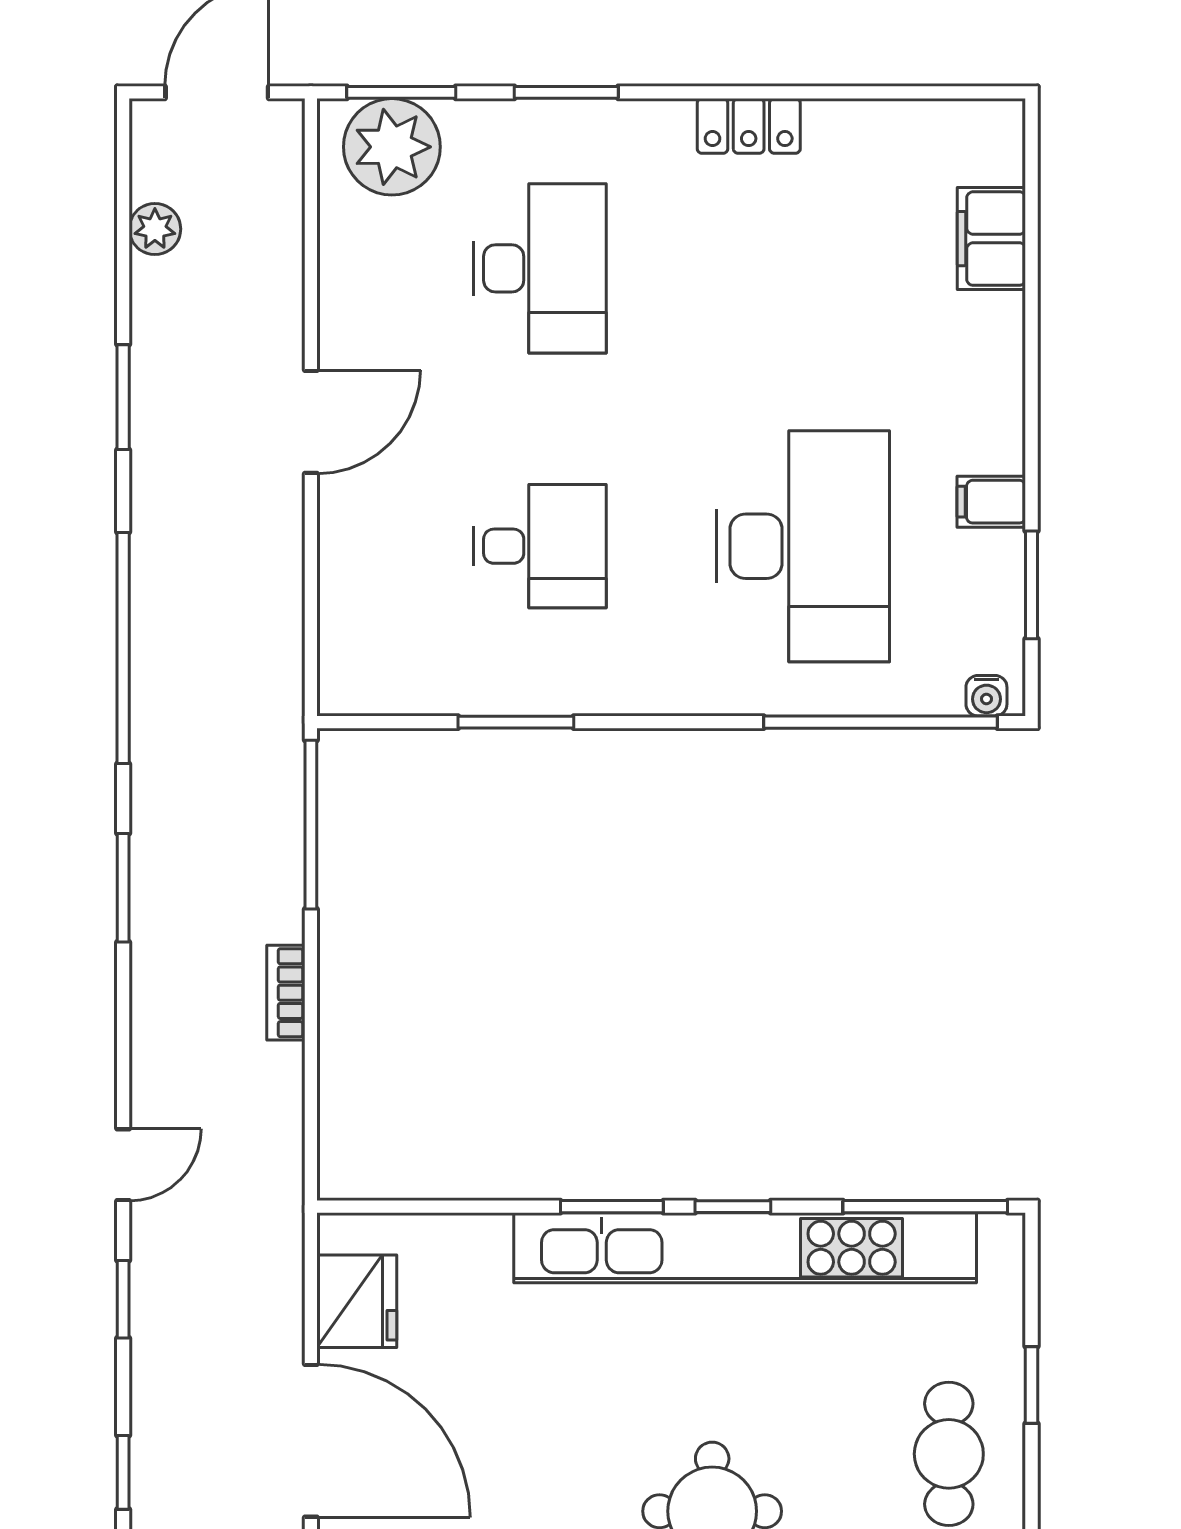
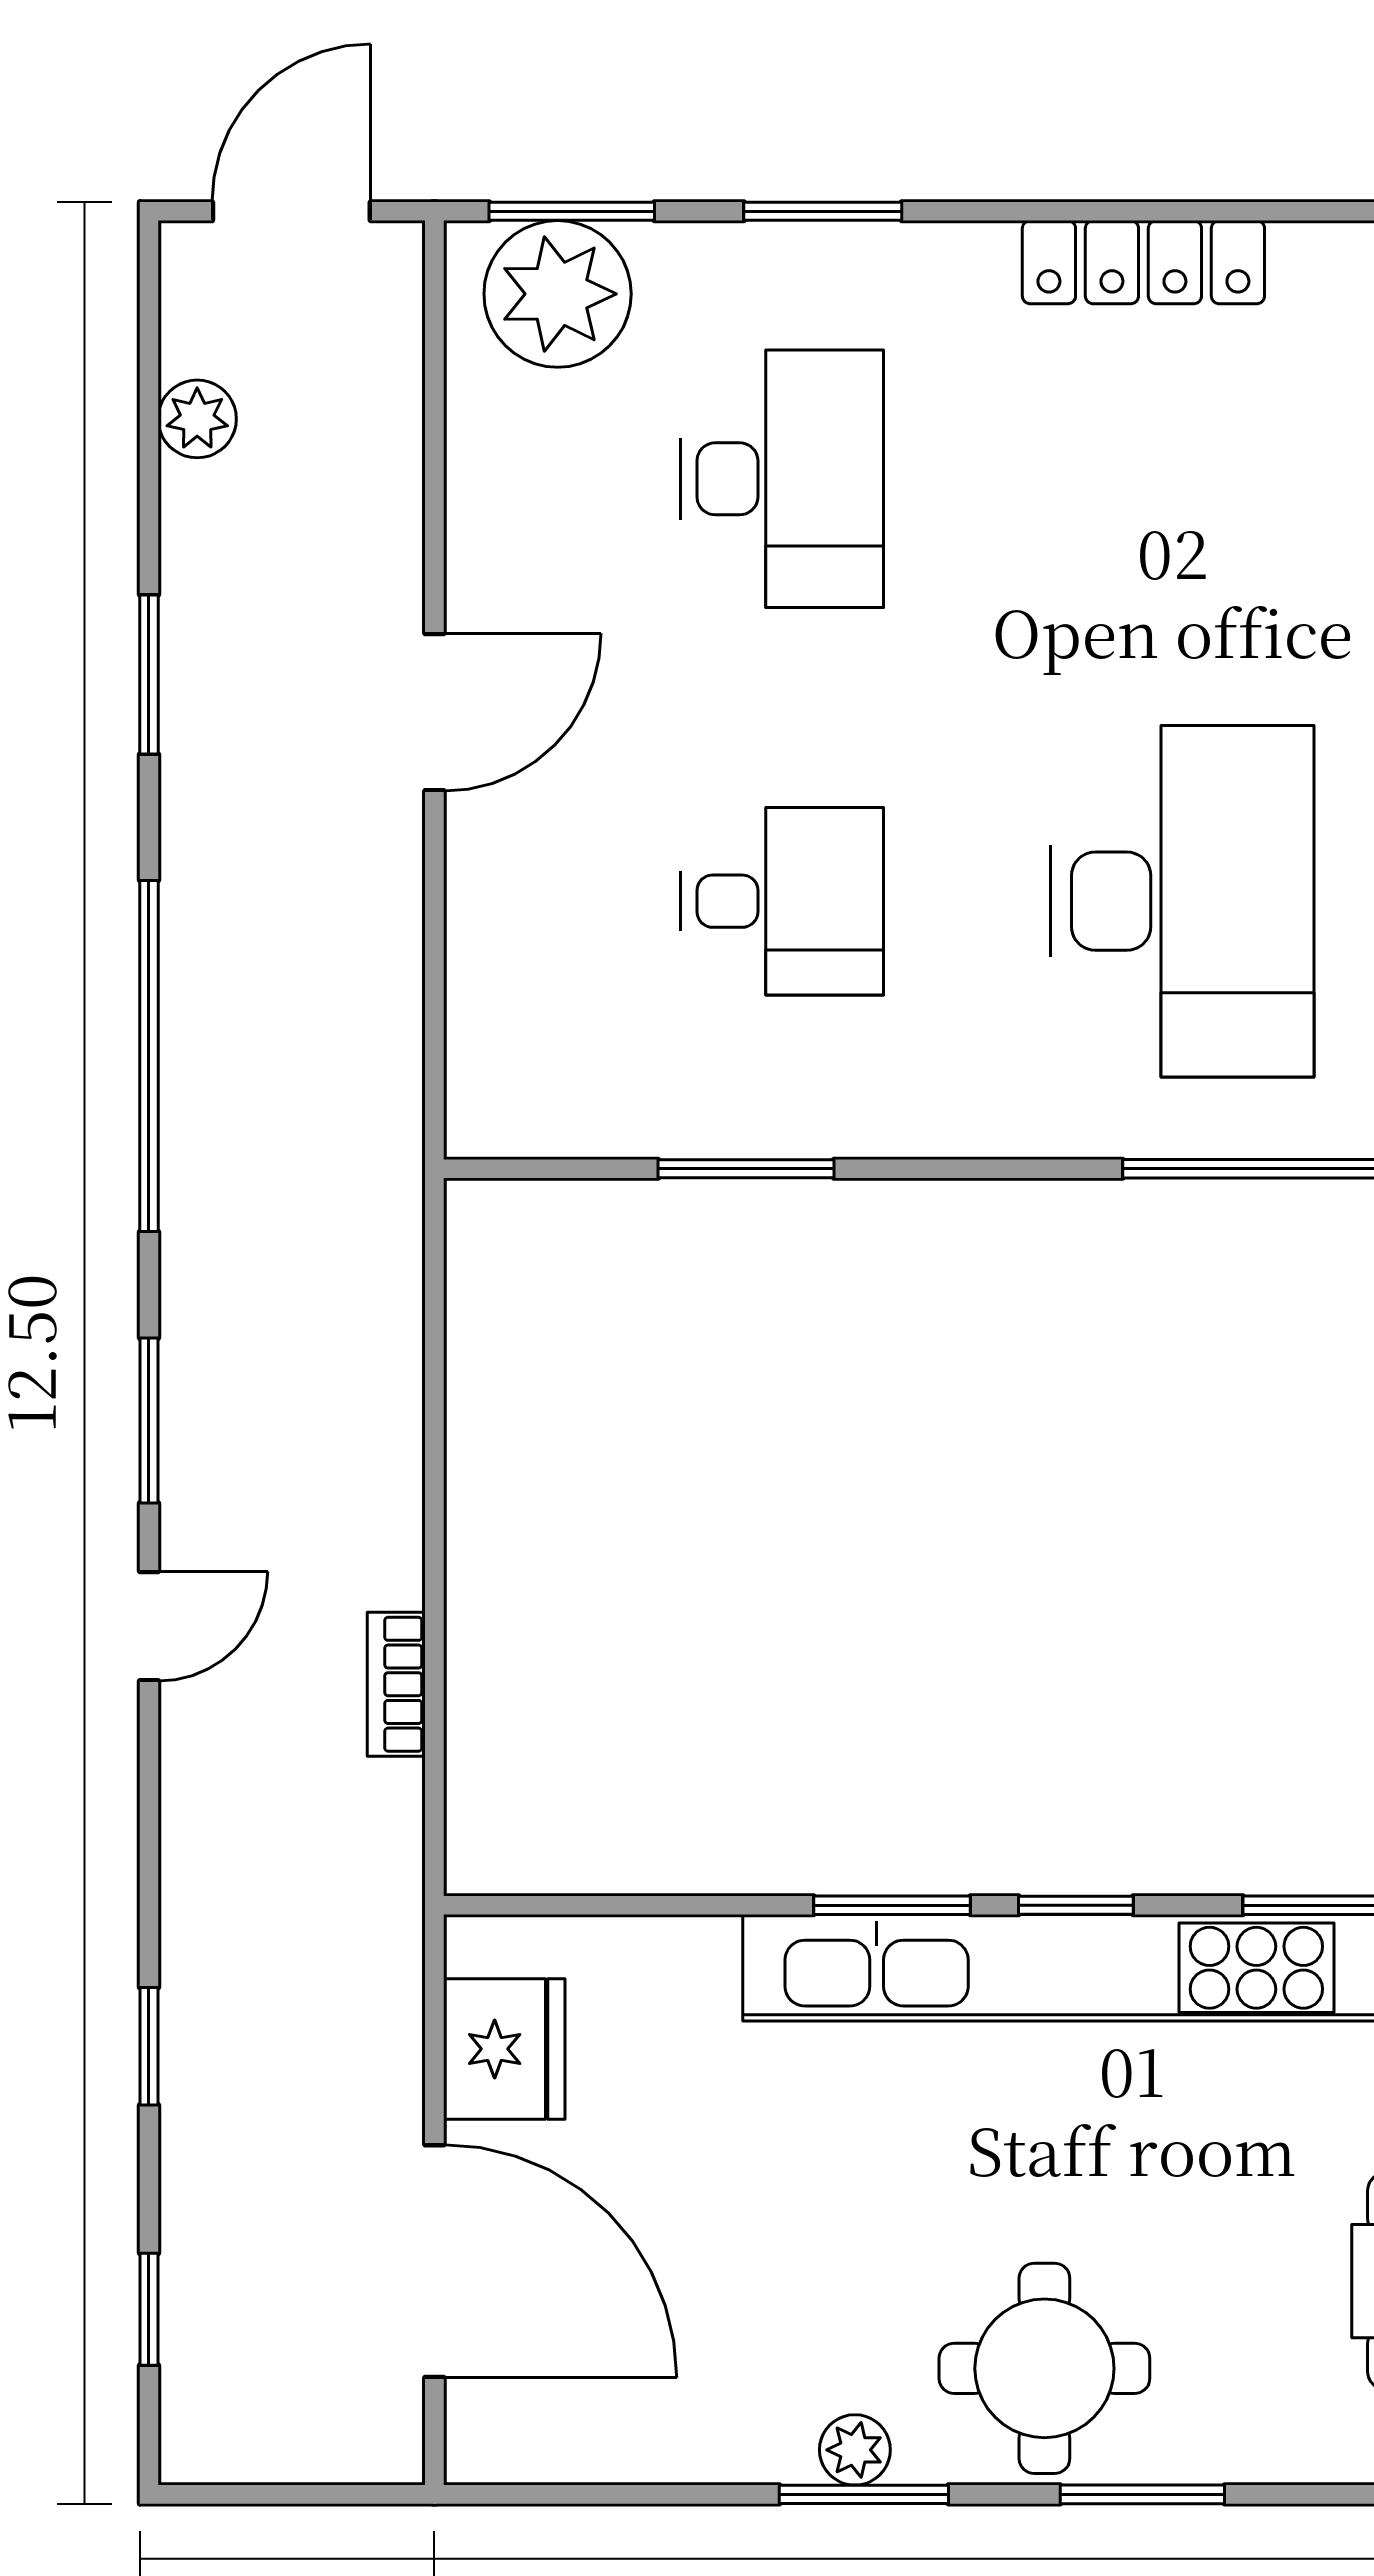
locker: (749, 126) -> (1143, 262), width x1.53
window: (311, 825) -> (434, 1324), removed
bookcase: (286, 993) -> (396, 1684), moved
door: (123, 1165) -> (149, 1626), moved

